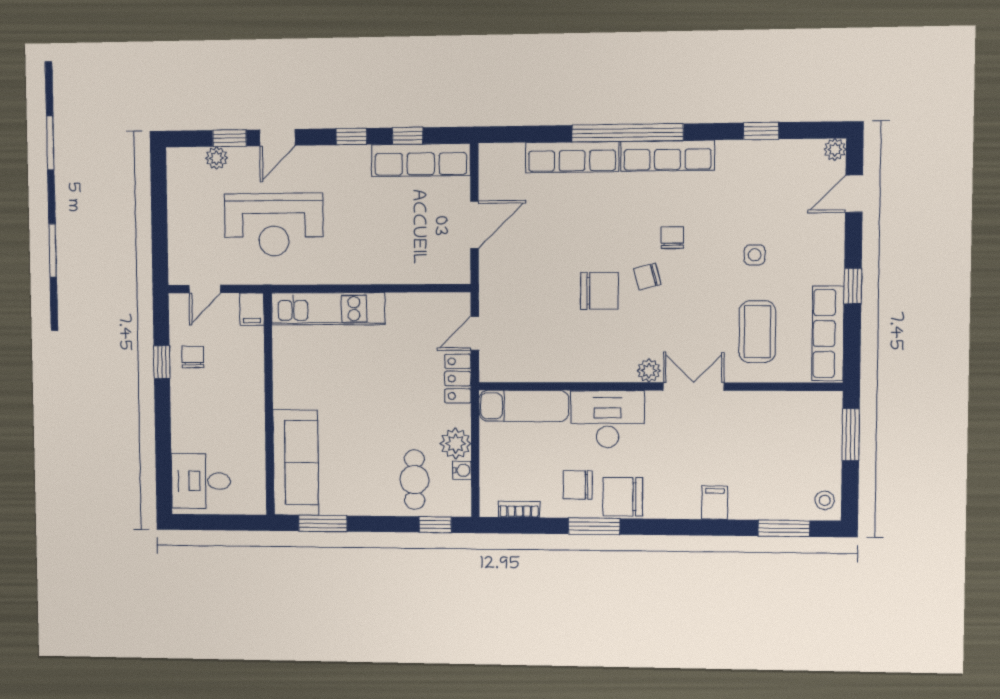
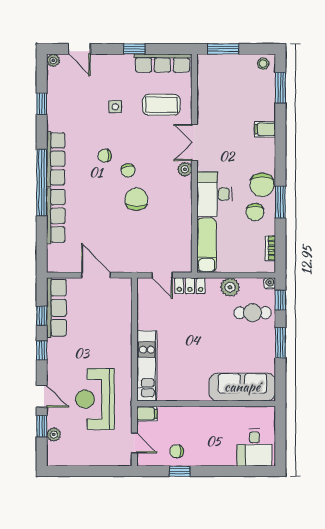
reception desk: (274, 225) -> (95, 399), turned 180
water cooler: (462, 470) -> (270, 283), moved
window: (323, 523) -> (280, 343), moved

